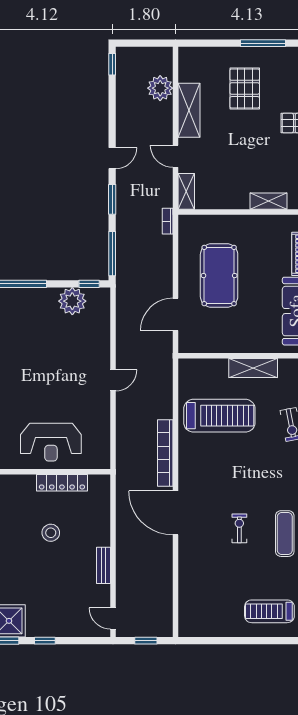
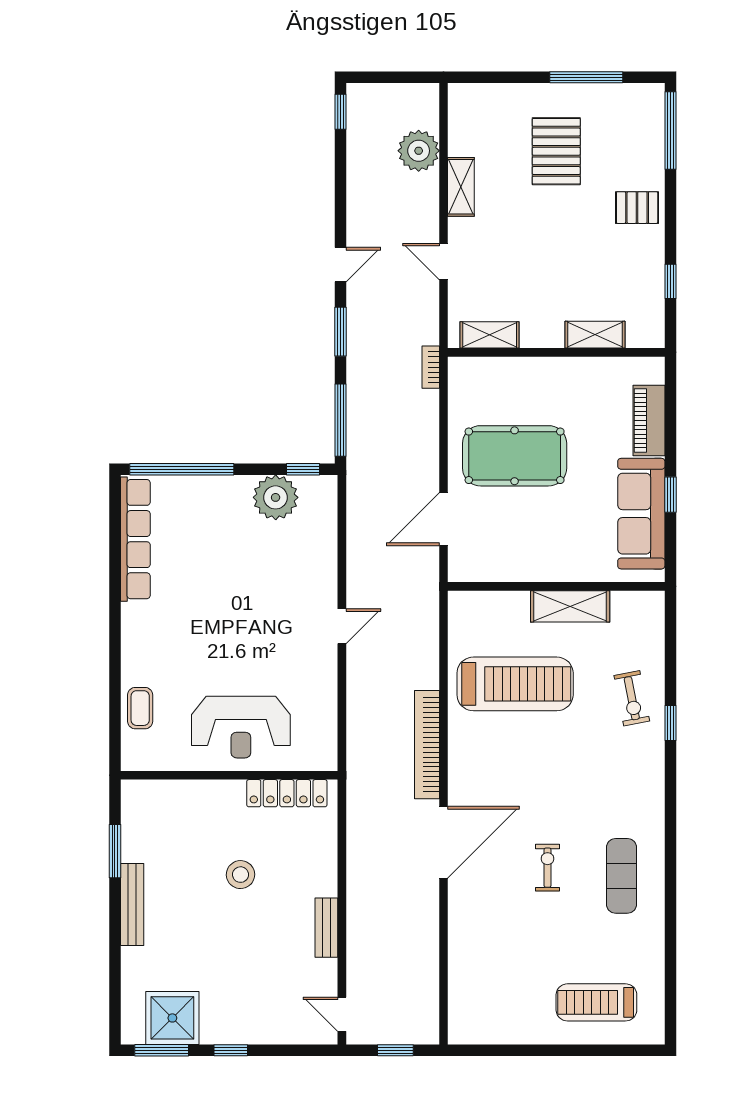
shelving: (189, 110) -> (461, 187), width x0.67, depth x0.75
shelving: (186, 191) -> (490, 335), moved, turned 90
pool table: (219, 276) -> (515, 456), turned 90
locker: (62, 483) -> (287, 793), moved
door: (175, 513) -> (443, 842), swing flipped

